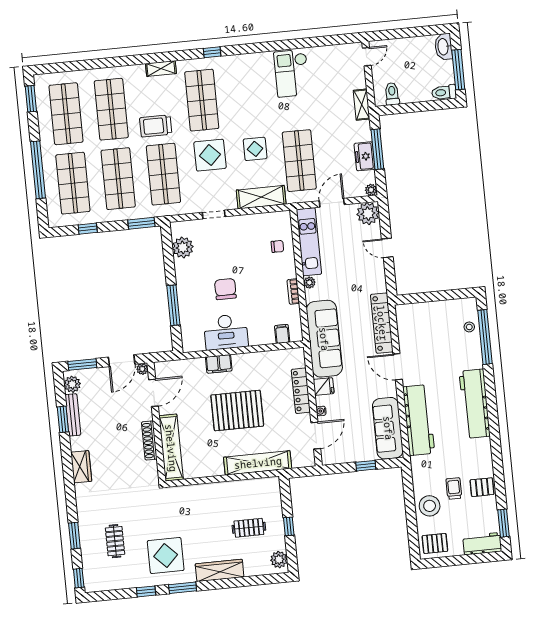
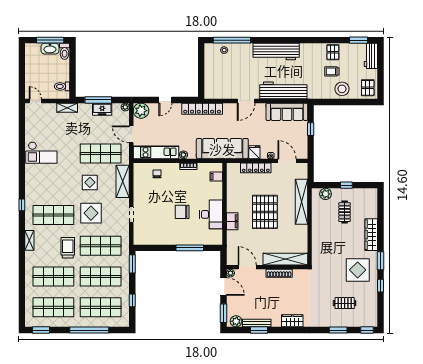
washbasin: (443, 47) -> (50, 49), moved
trolley: (156, 126) -> (68, 248), turned 180
plant: (183, 247) -> (151, 238), removed
locker: (382, 323) -> (202, 109), moved
plant: (279, 560) -> (325, 194), moved

